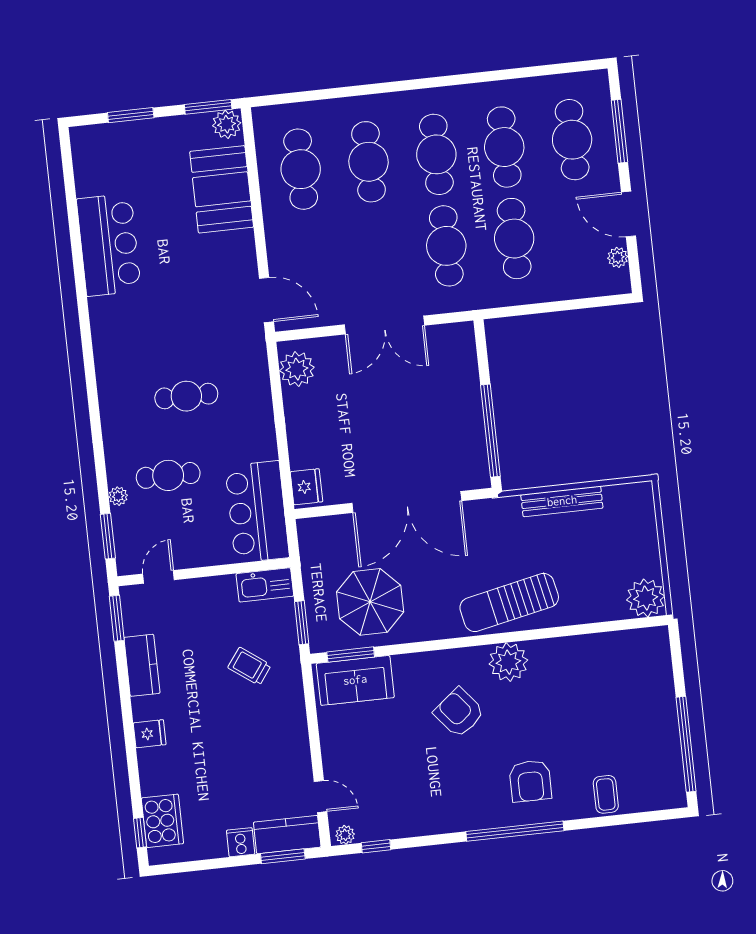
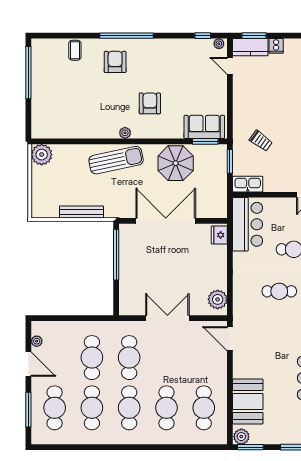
parasol: (370, 602) -> (176, 163), moved
plant: (508, 662) -> (125, 133), width x0.53, depth x0.53
armchair: (459, 713) -> (150, 103), turned -141

